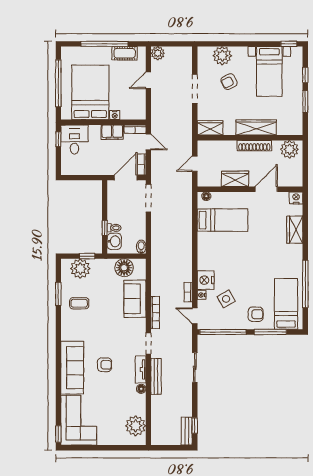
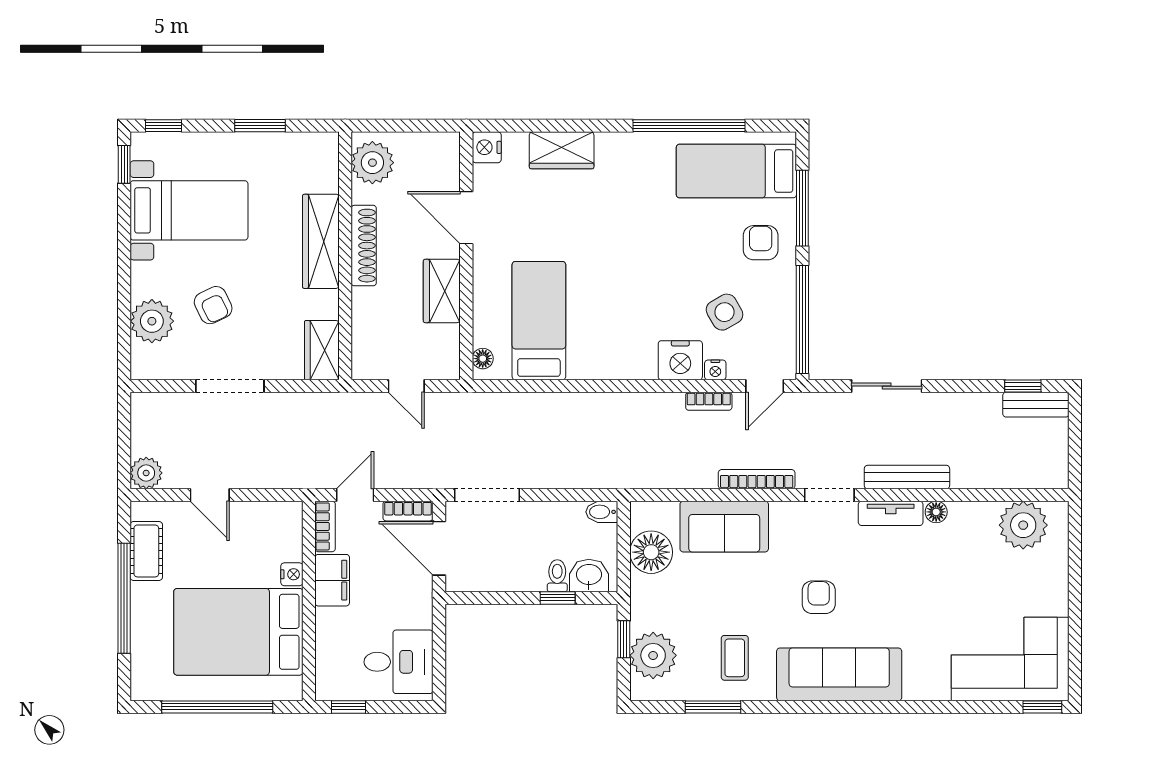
window: (305, 75) -> (164, 126), moved
desk: (74, 140) -> (399, 662), moved, turned 180
armchair: (105, 365) -> (819, 597), moved
sofa: (72, 368) -> (839, 674), moved

